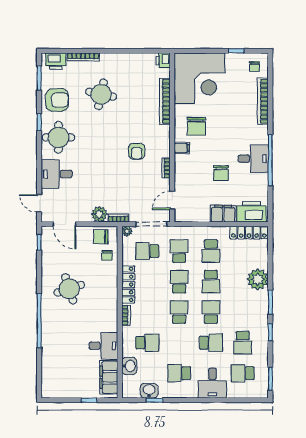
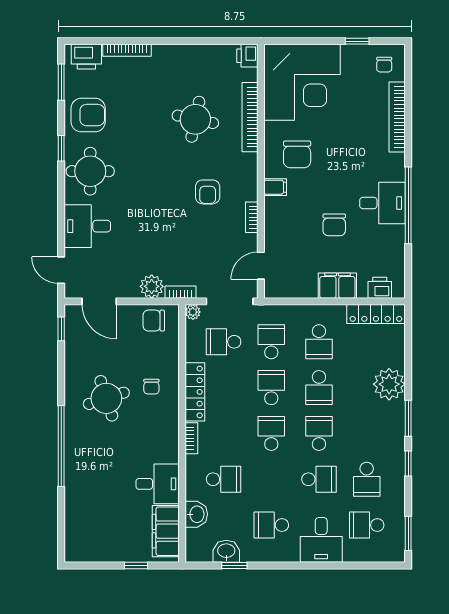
round table: (101, 94) -> (195, 119), moved
printer: (251, 212) -> (380, 288), width x0.53, depth x0.68
chair: (107, 255) -> (151, 387), moved

